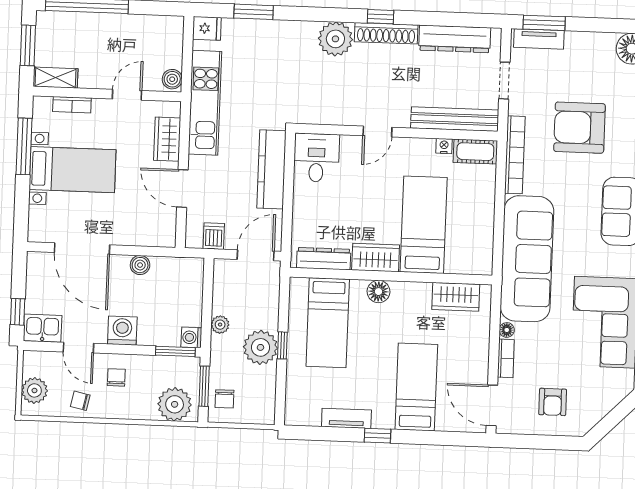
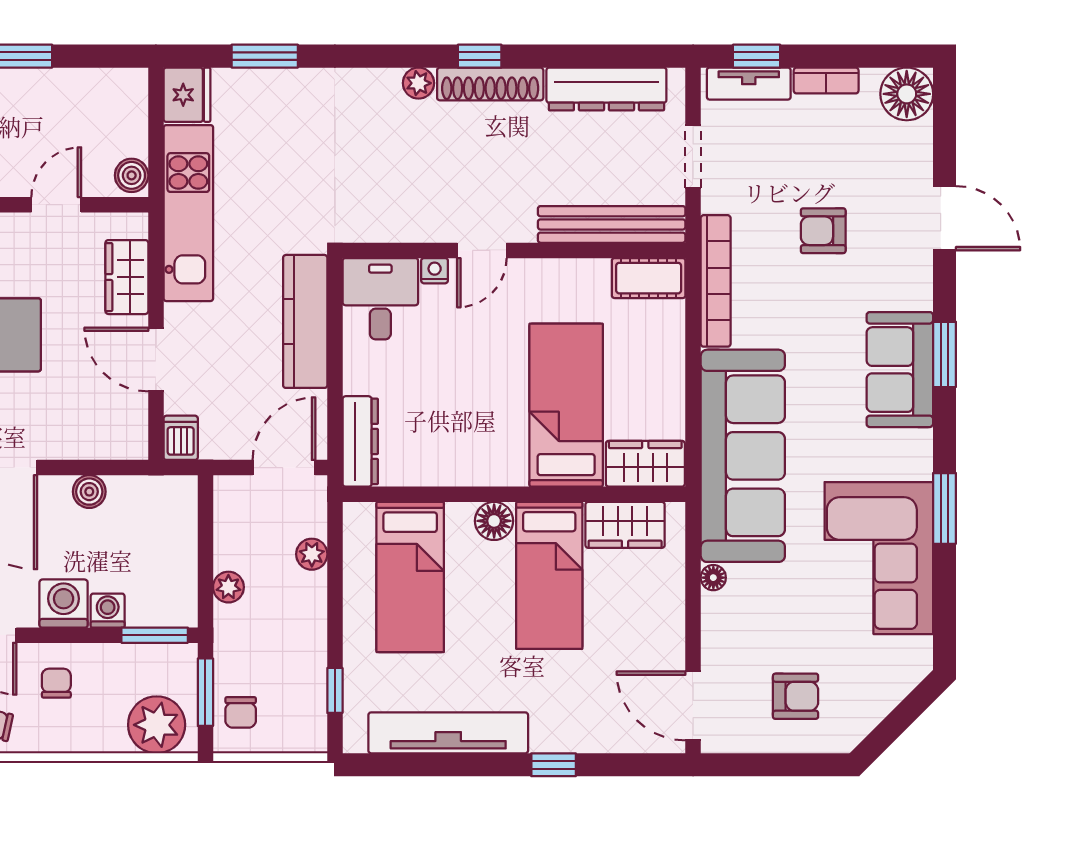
window: (544, 23) -> (757, 56), width x0.67
fridge: (207, 28) -> (187, 95), width x1.38
plant: (335, 39) -> (418, 83), width x0.53, depth x0.53
armchair: (580, 128) -> (823, 231), width x0.53, depth x0.53
nightstand: (444, 146) -> (435, 271), moved
dishwasher: (214, 236) -> (181, 438), moved
wardrobe: (376, 258) -> (645, 464), moved
dresser: (324, 259) -> (360, 441), moved, turned 90
washing machine: (191, 337) -> (108, 611), moved, turned 90
window: (282, 345) -> (335, 690), moved
plant: (260, 347) -> (312, 554), moved, width x0.53, depth x0.53
bookcase: (506, 358) -> (826, 81), moved, turned 90
bed: (416, 387) -> (549, 575), moved, turned 180
armchair: (553, 402) -> (796, 696), turned -90
tv unit: (346, 418) -> (448, 733), width x1.92, depth x1.29
window: (377, 436) -> (554, 765), moved

